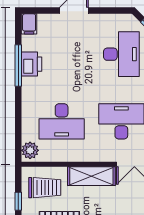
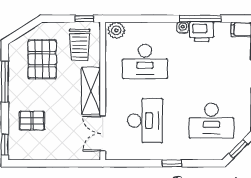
water cooler: (27, 83) -> (183, 27), added
desk: (62, 121) -> (145, 61), turned -90
window: (18, 201) -> (84, 19), moved

